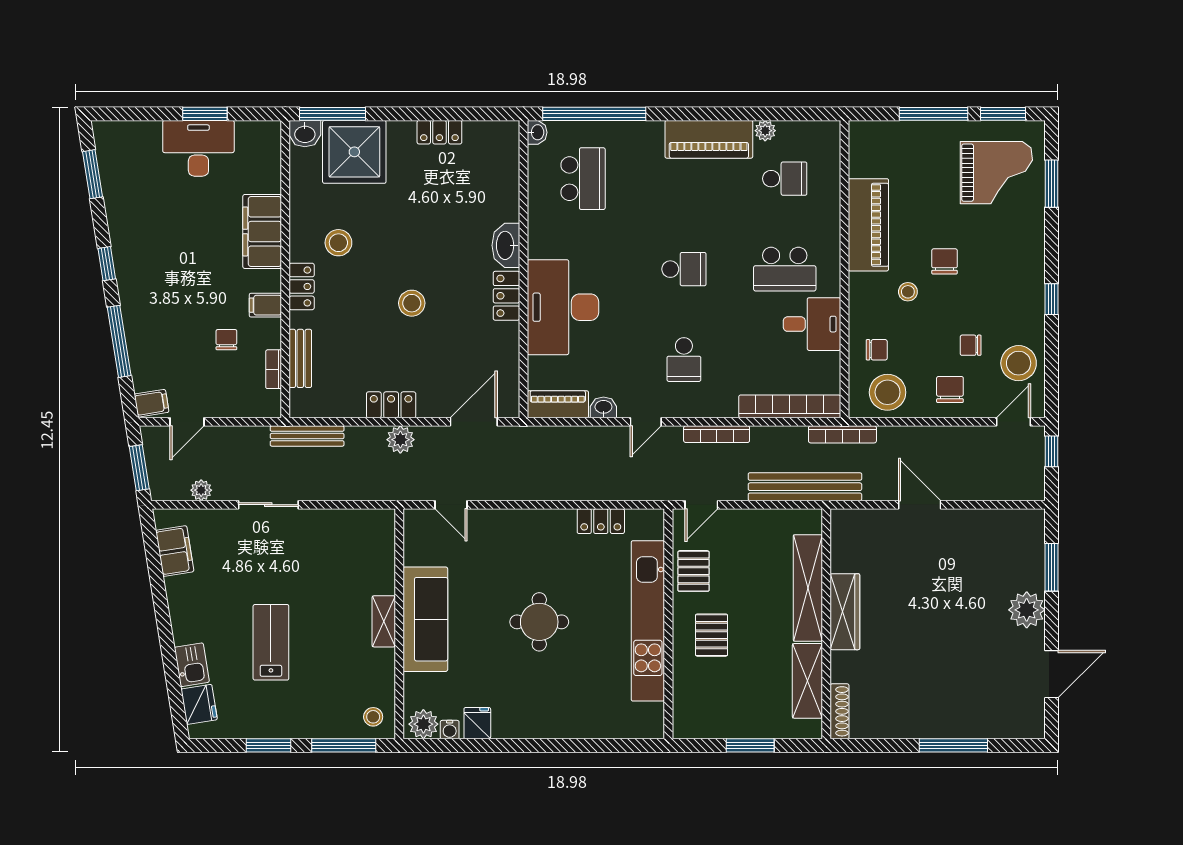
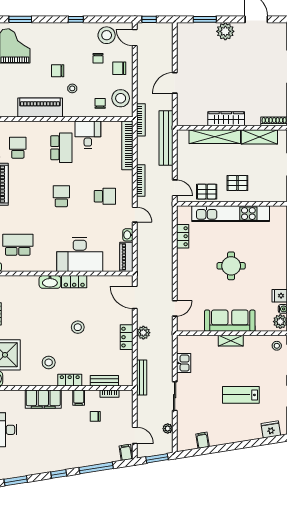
filing cabinet: (175, 551) -> (203, 440), width x0.50
kitchen sink: (192, 665) -> (184, 363), moved, turned 99

